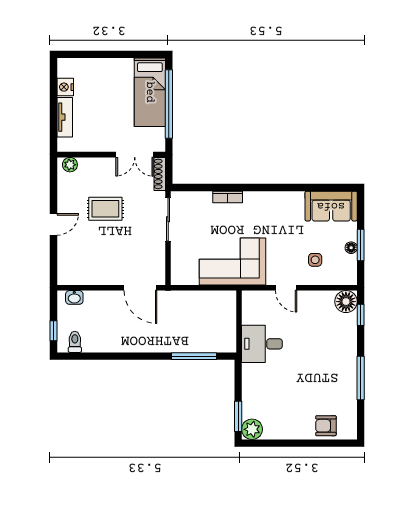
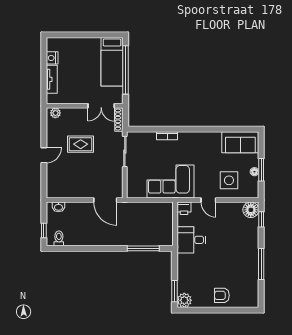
side table: (315, 260) -> (229, 180), width x1.87, depth x1.87
printer: (251, 299) -> (184, 208), added
armchair: (326, 426) -> (222, 295), moved

